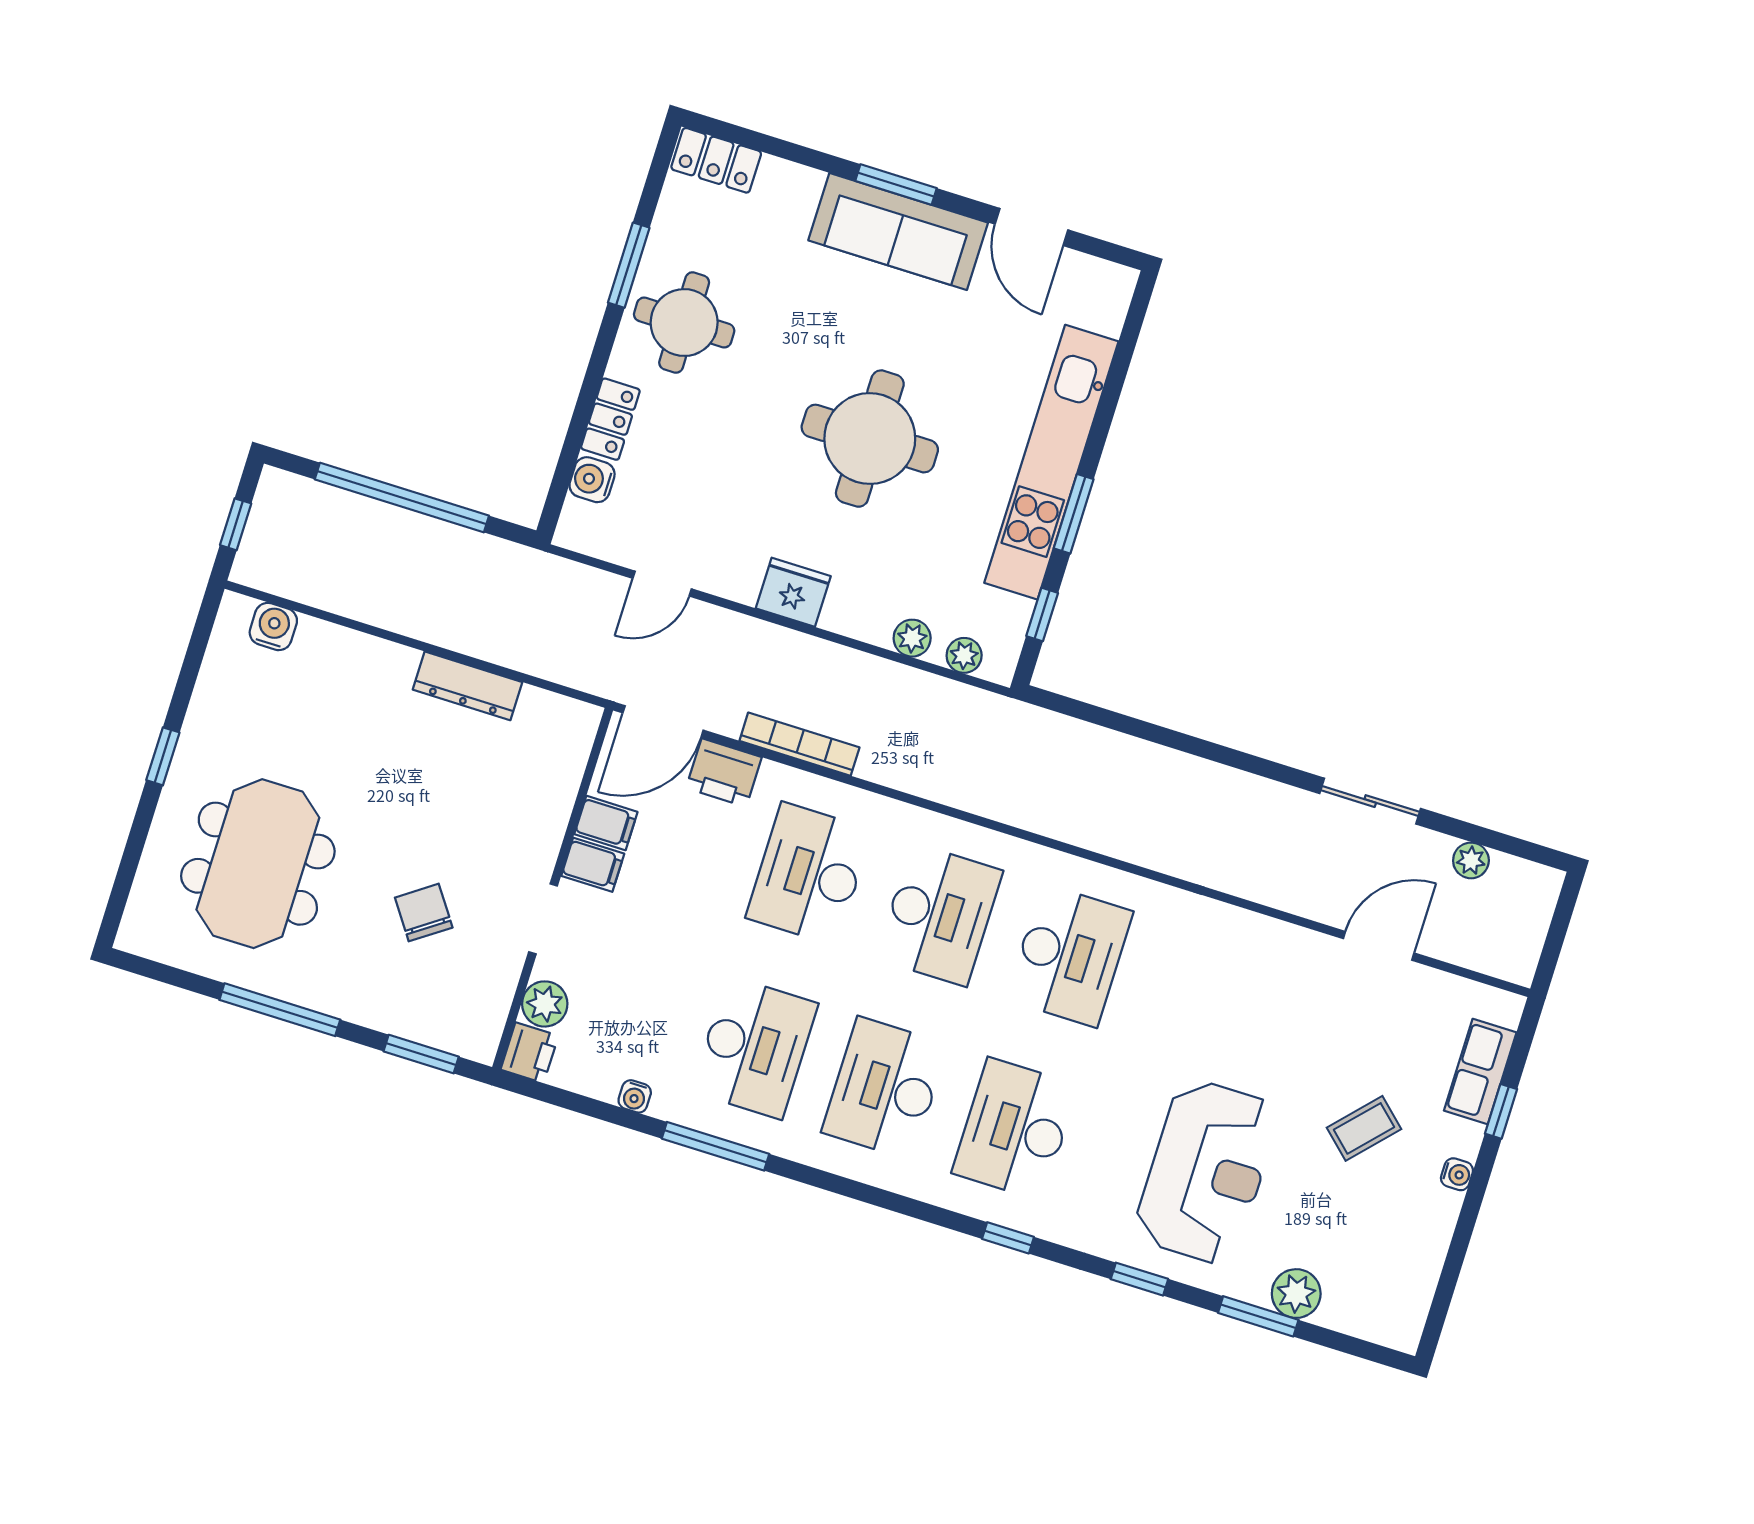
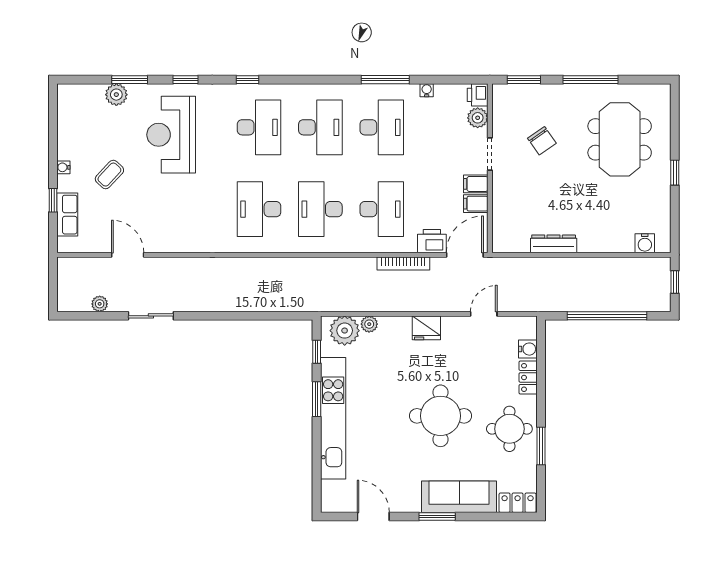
sofa: (898, 231) -> (459, 497), moved
round table: (870, 439) -> (440, 416), moved
plant: (964, 655) -> (345, 331), width x1.87, depth x1.87
door: (1379, 946) -> (128, 255), swing flipped
desk: (755, 1047) -> (382, 127), turned 180

